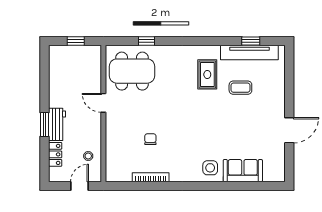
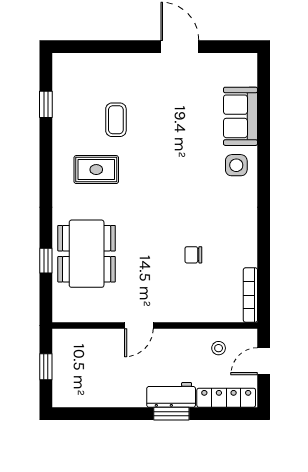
tv unit: (249, 52) -> (63, 106), removed
dining table: (132, 71) -> (87, 254), moved
locker: (55, 154) -> (226, 398), width x1.53
bookcase: (151, 177) -> (250, 295), moved
door: (80, 186) -> (264, 361), hinge flipped

